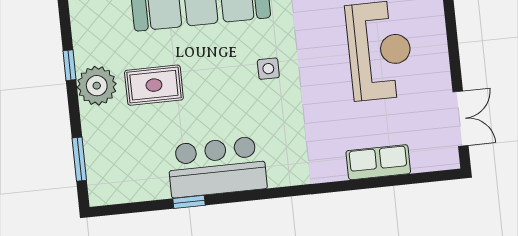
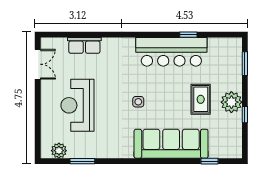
rug: (154, 85) -> (201, 99), turned 90
double door: (461, 119) -> (38, 64), swing flipped
bar counter: (217, 167) -> (171, 52), width x1.36

